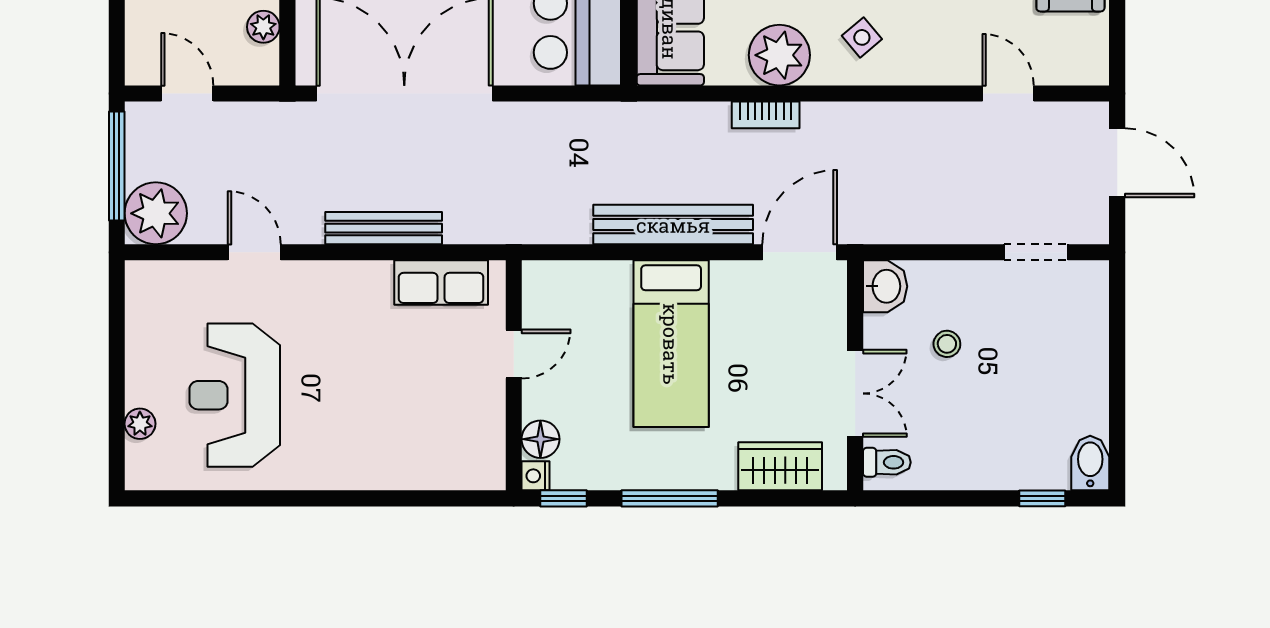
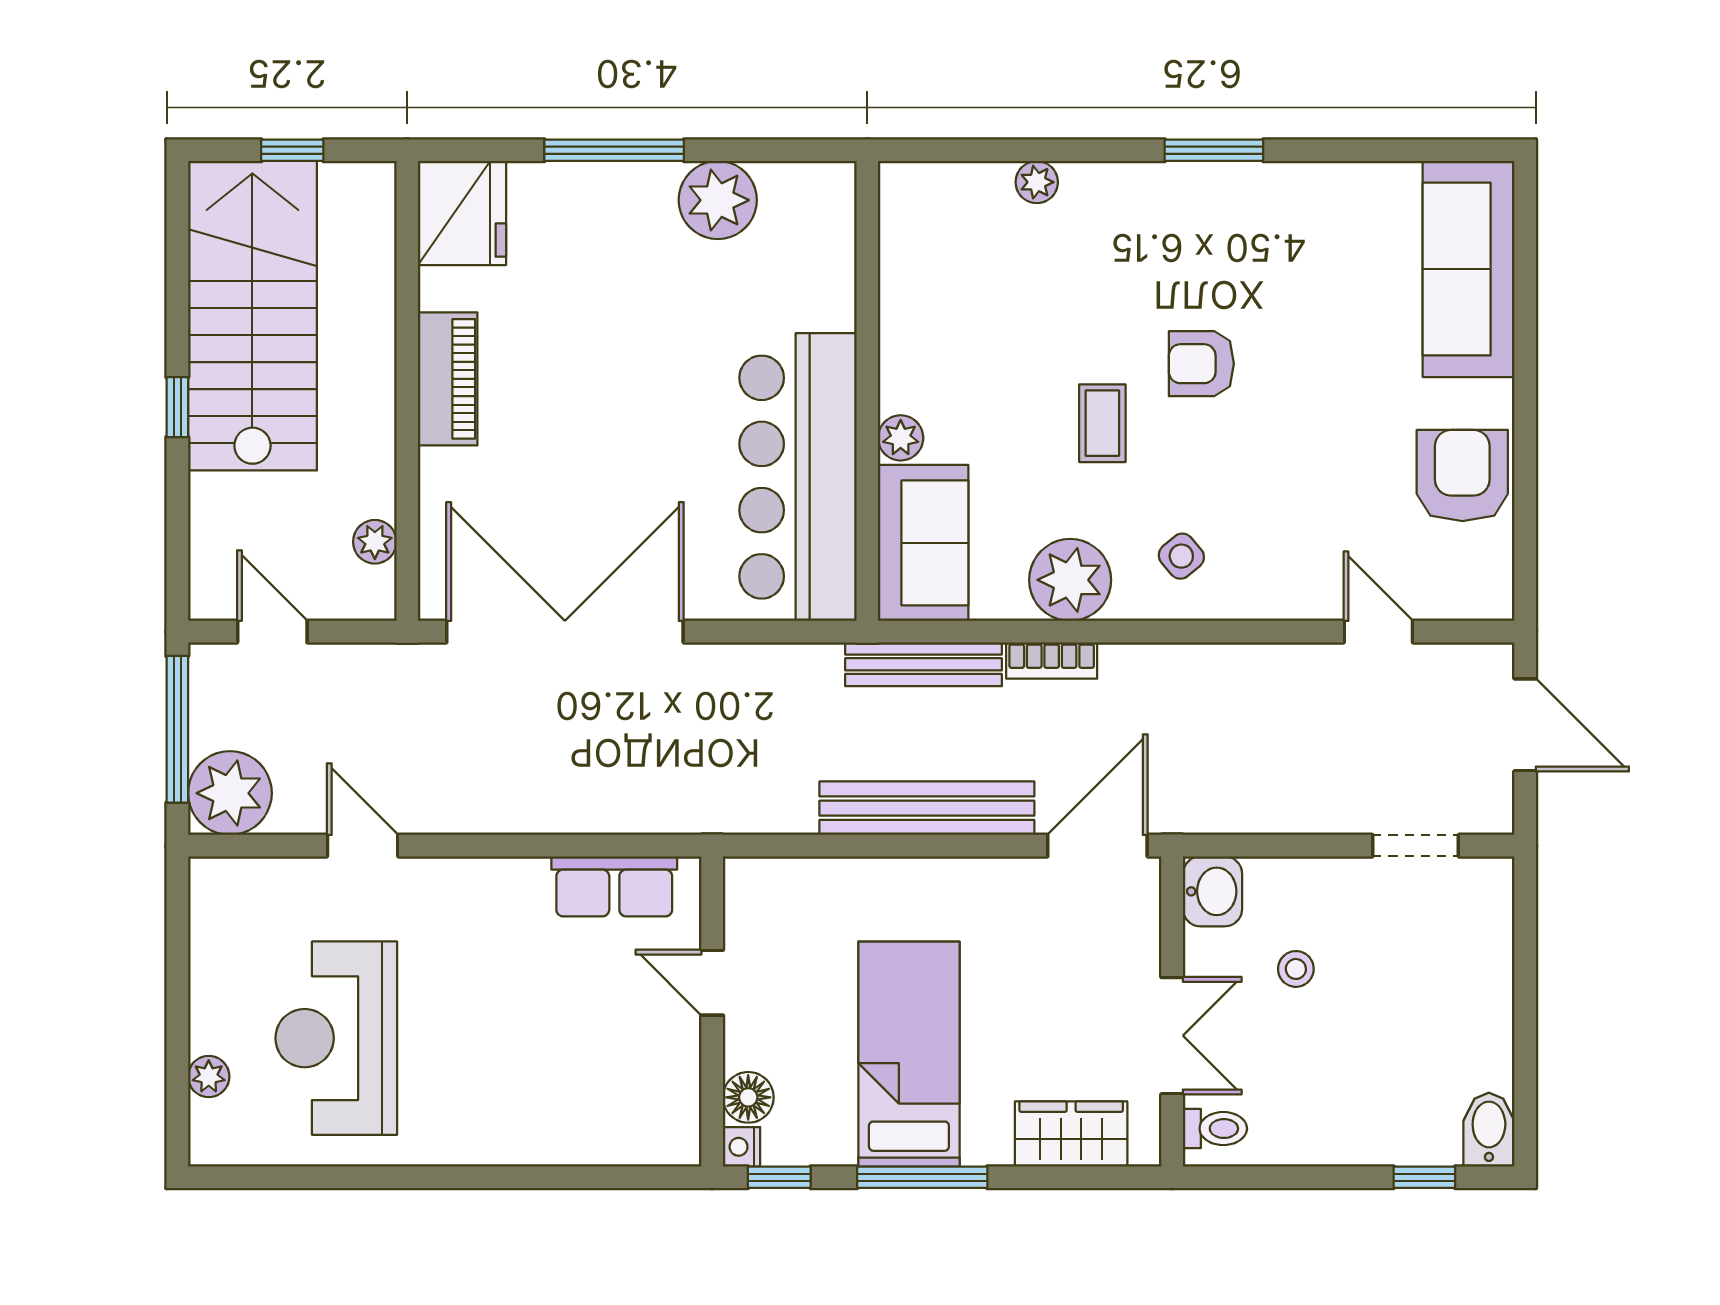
bench: (384, 228) -> (924, 664), moved
bed: (671, 344) -> (909, 1054), moved, turned 180
door: (514, 354) -> (712, 983), swing flipped

